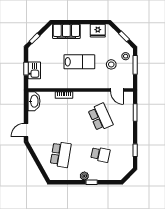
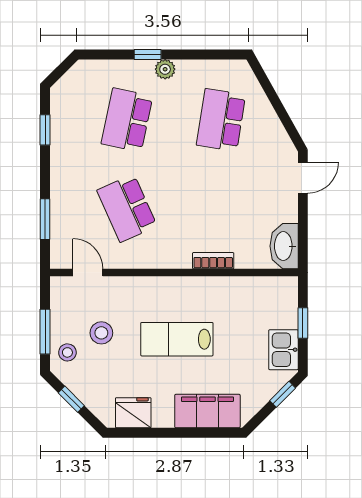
kitchen sink: (34, 70) -> (283, 350), moved
school desk: (100, 155) -> (127, 120), width x1.85

